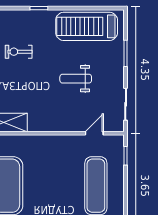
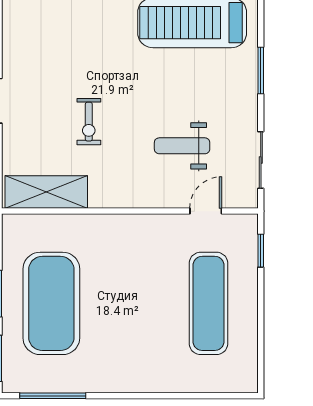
exercise bike: (19, 52) -> (89, 122), moved, turned -90
weight bench: (76, 79) -> (182, 146), moved

